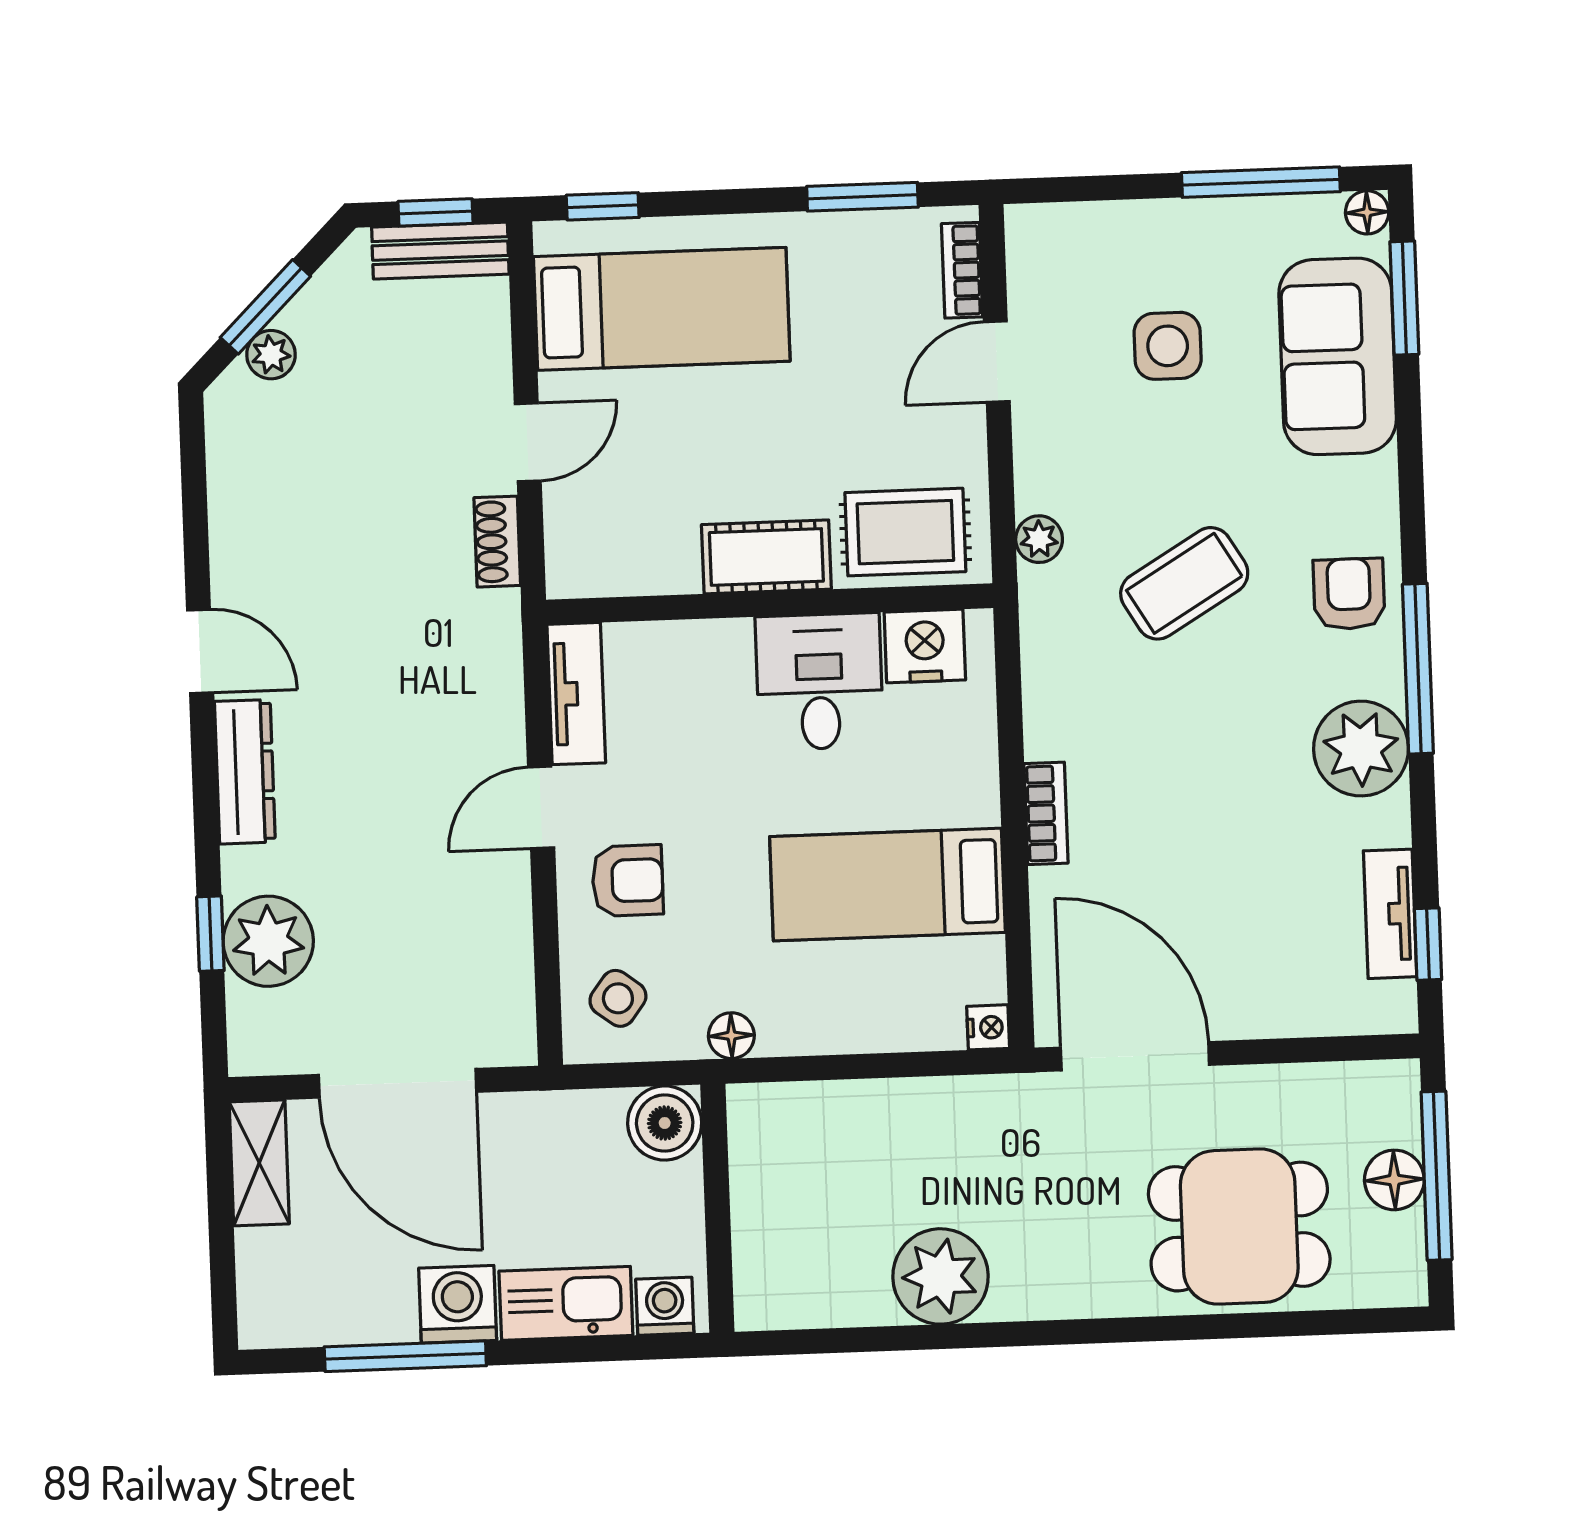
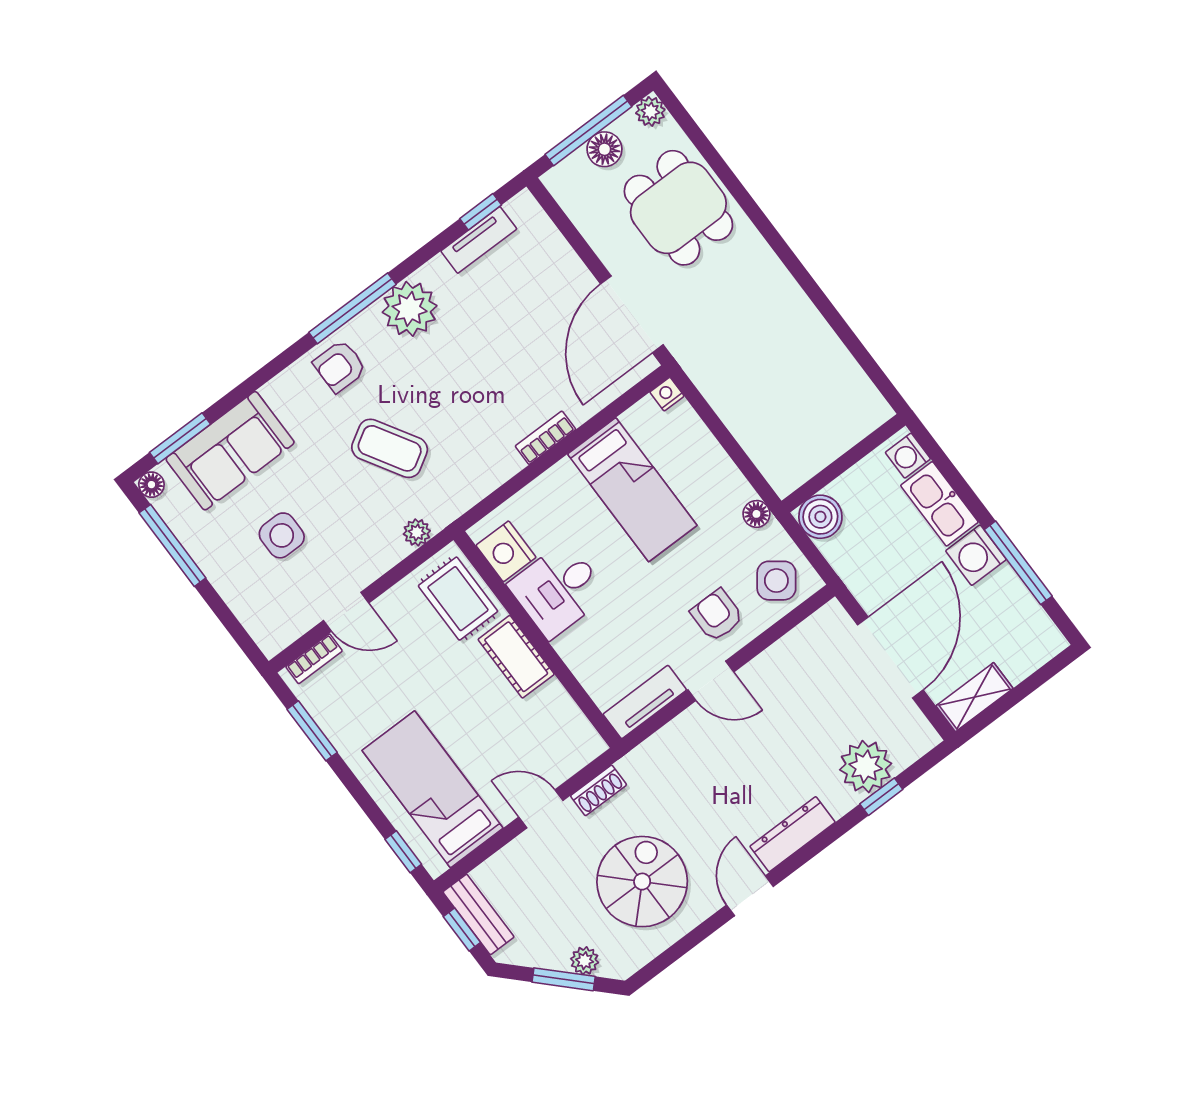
spiral stairs: (326, 513) -> (642, 882), added
side table: (618, 998) -> (776, 581), width x1.37, depth x1.37
plant: (940, 1276) -> (650, 111), moved, width x0.53, depth x0.53

